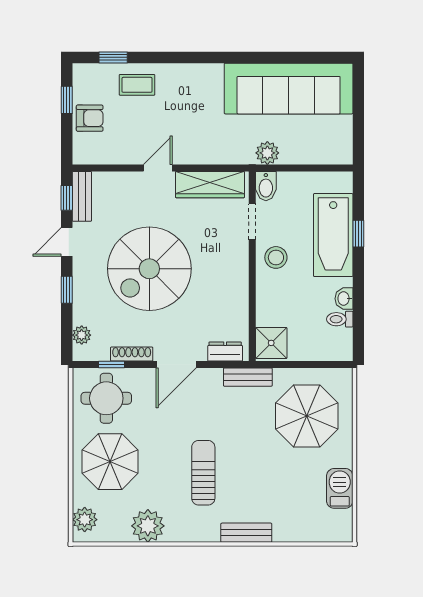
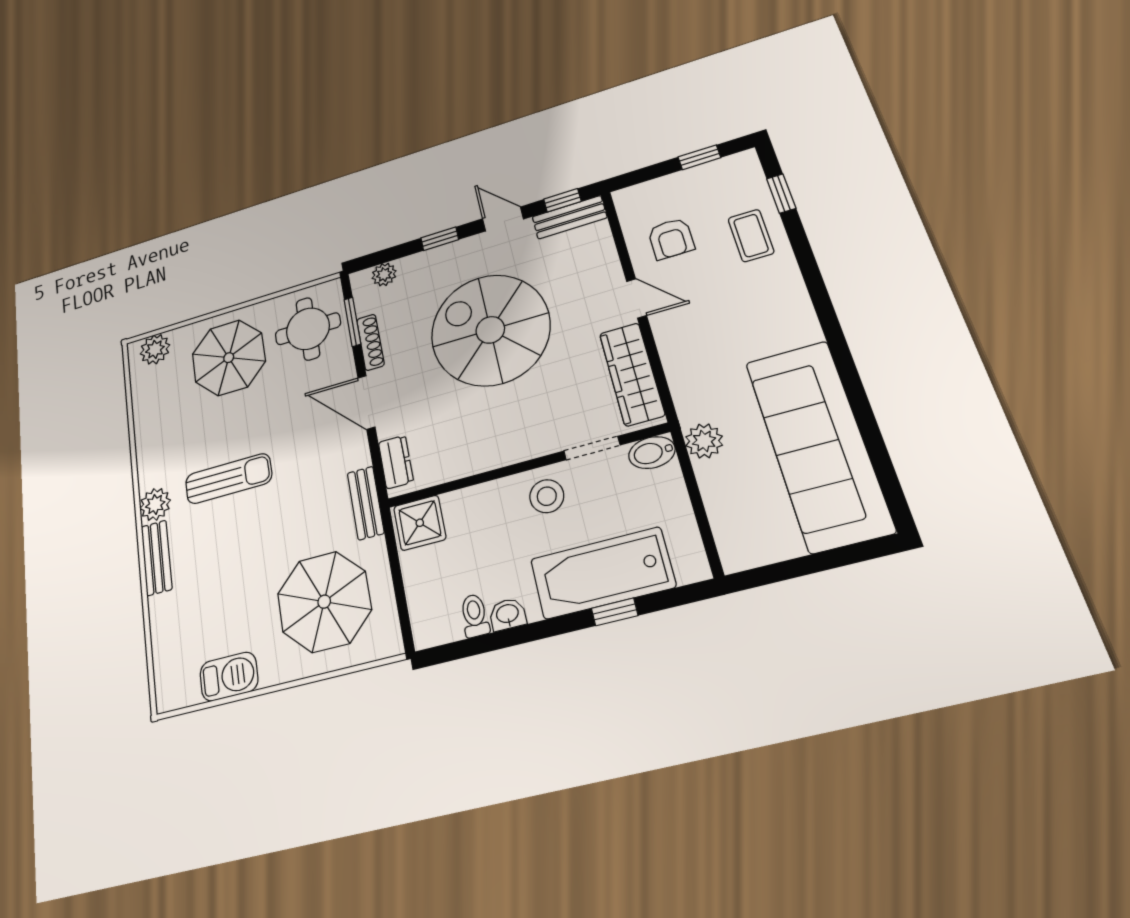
armchair: (90, 118) -> (671, 239), moved
window: (112, 365) -> (352, 322), width x1.50
plant: (148, 526) -> (155, 504), moved, width x0.73, depth x0.73

